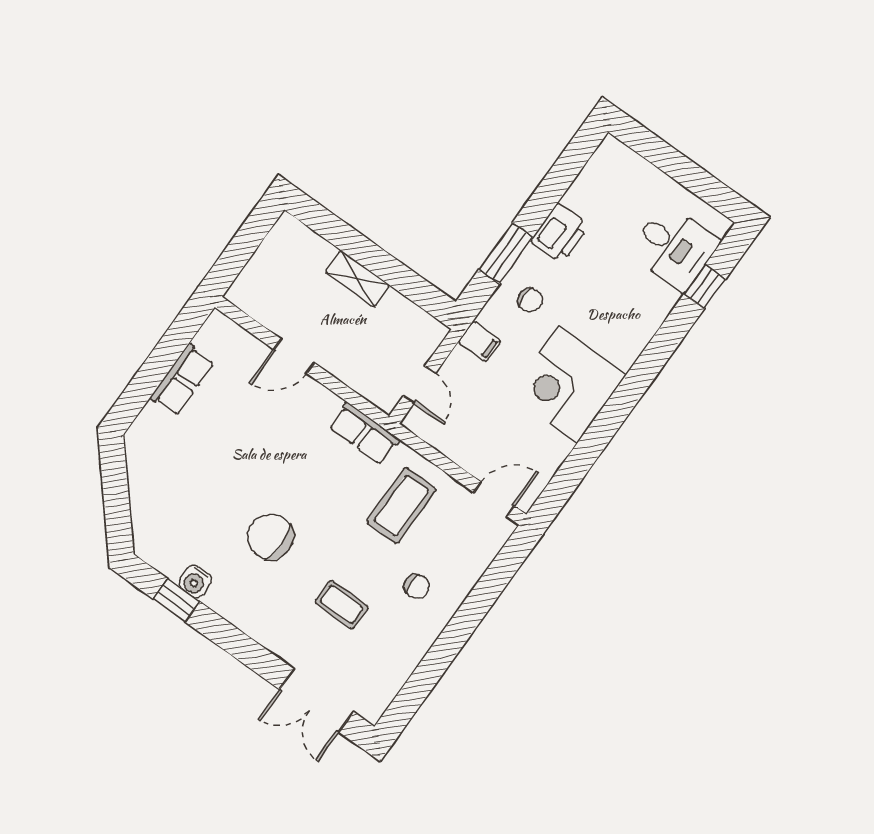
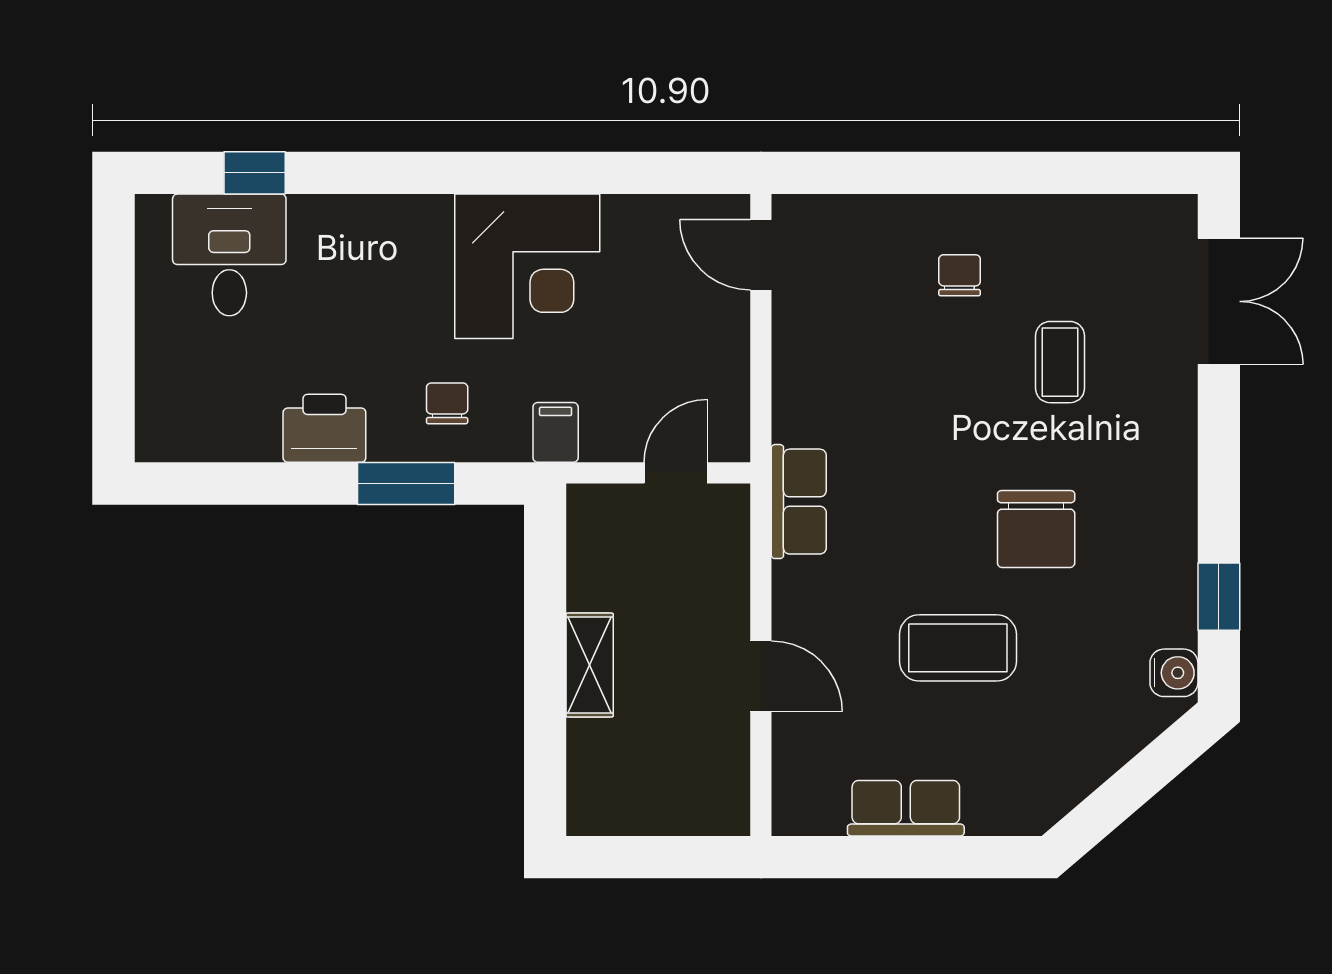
coffee table: (401, 506) -> (958, 648), moved
water cooler: (195, 581) -> (1174, 673), moved

